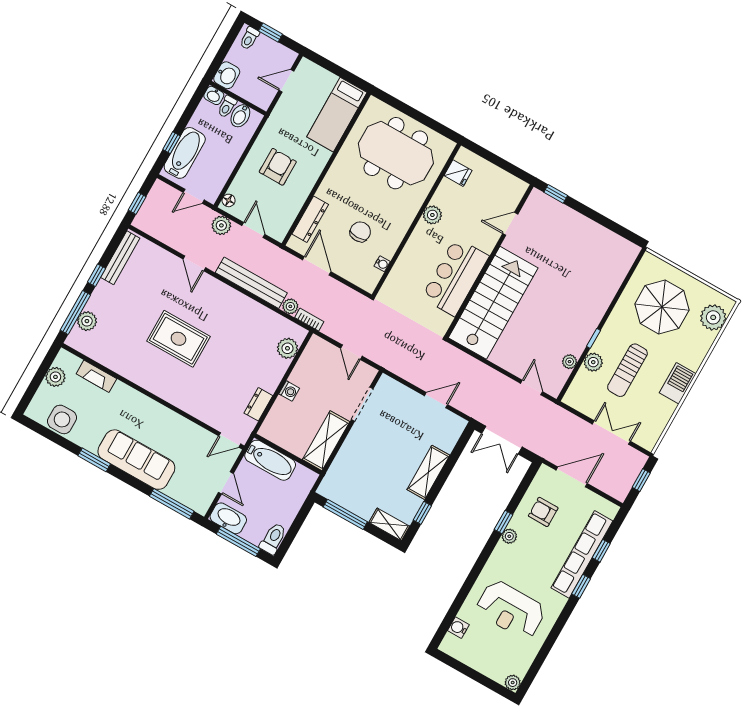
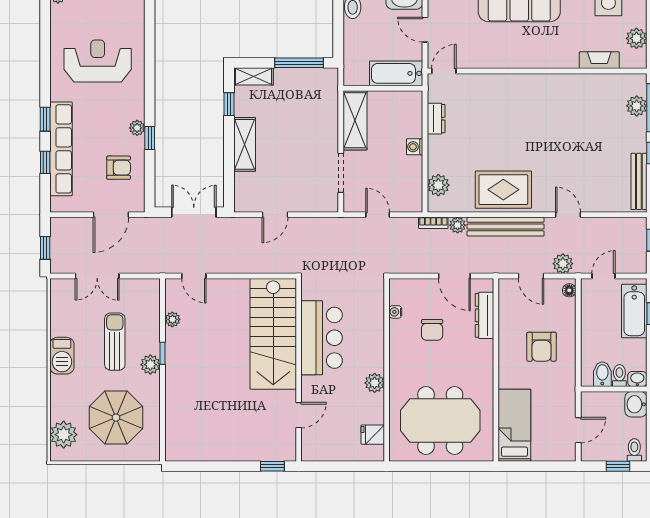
rug: (178, 339) -> (503, 190), moved
plant: (593, 362) -> (150, 365), moved
water cooler: (458, 628) -> (136, 17), removed

